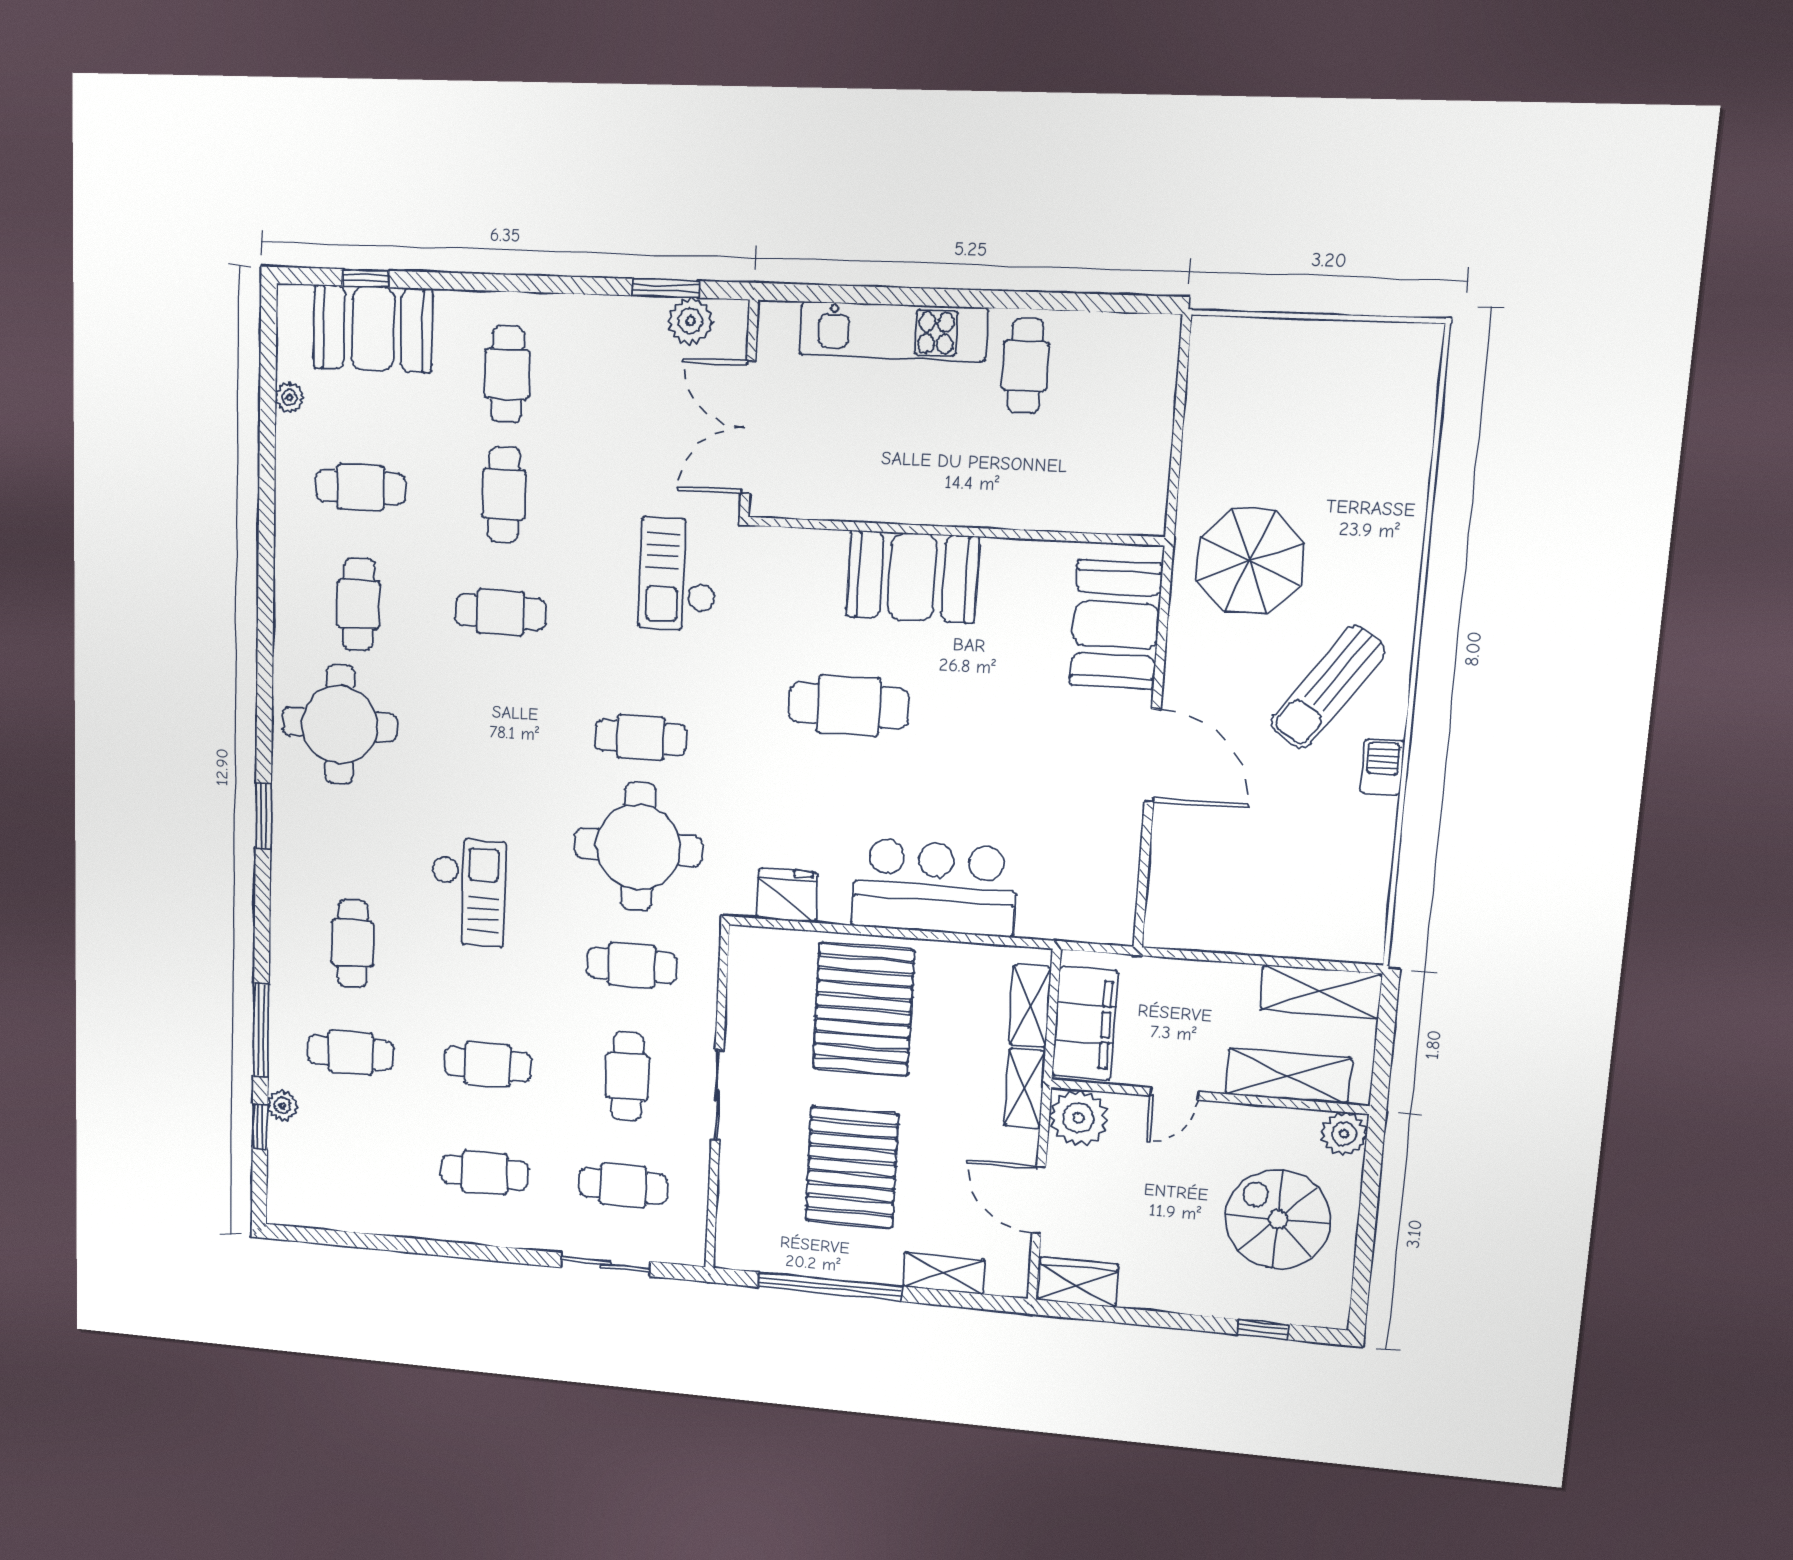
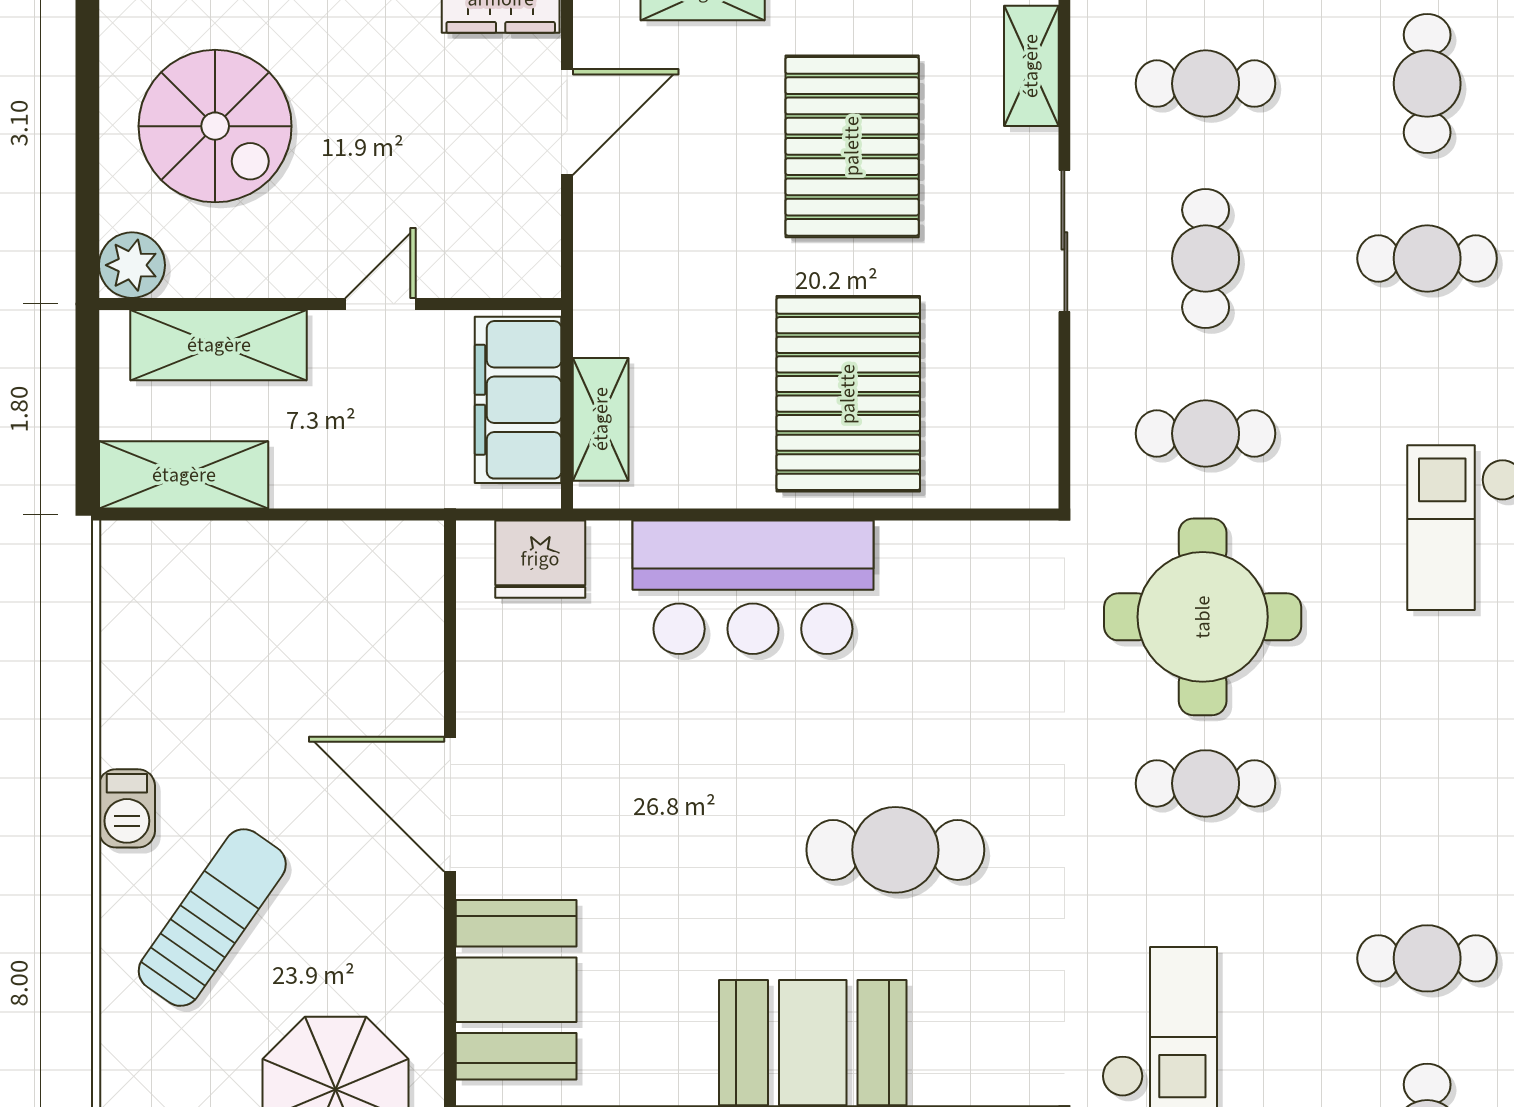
fridge: (787, 895) -> (540, 559), moved
shelving: (1025, 1088) -> (1031, 66), moved
plant: (1078, 1118) -> (518, 254), removed
cafe table: (485, 1173) -> (1427, 84), turned 90
door: (1039, 1200) -> (567, 122), hinge flipped

